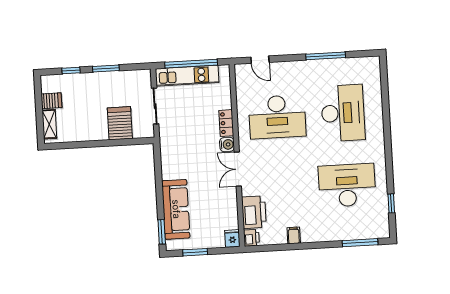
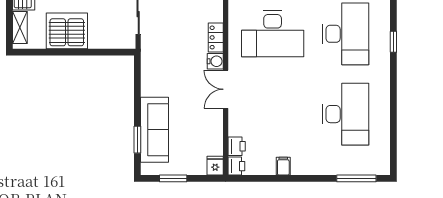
server rack: (120, 123) -> (67, 31), moved, width x1.60
desk: (347, 185) -> (346, 114), turned 90
window: (391, 203) -> (393, 42), moved
printer: (254, 212) -> (237, 146), width x0.53, depth x0.68
window: (162, 232) -> (137, 140), moved

